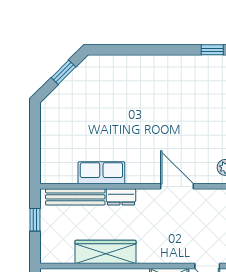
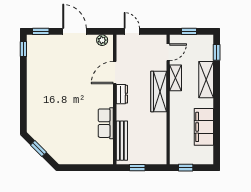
dresser: (121, 197) -> (122, 94), moved
wardrobe: (106, 252) -> (159, 91), moved

